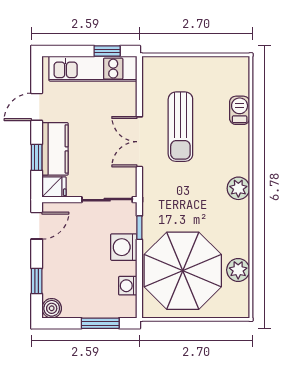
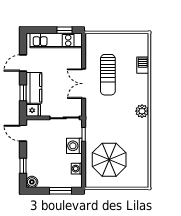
door: (37, 226) -> (23, 133), swing flipped
plant: (238, 270) -> (142, 159), removed
parasol: (183, 271) -> (109, 160), width x0.73, depth x0.73

